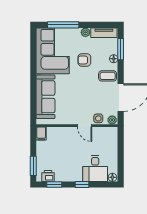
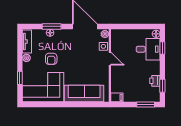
window: (63, 25) -> (20, 78), width x0.46
window: (121, 49) -> (52, 26), moved
coffee table: (108, 76) -> (65, 38), removed
door: (85, 126) -> (110, 59), hinge flipped
printer: (48, 176) -> (155, 81), moved
window: (82, 184) -> (162, 48), moved

